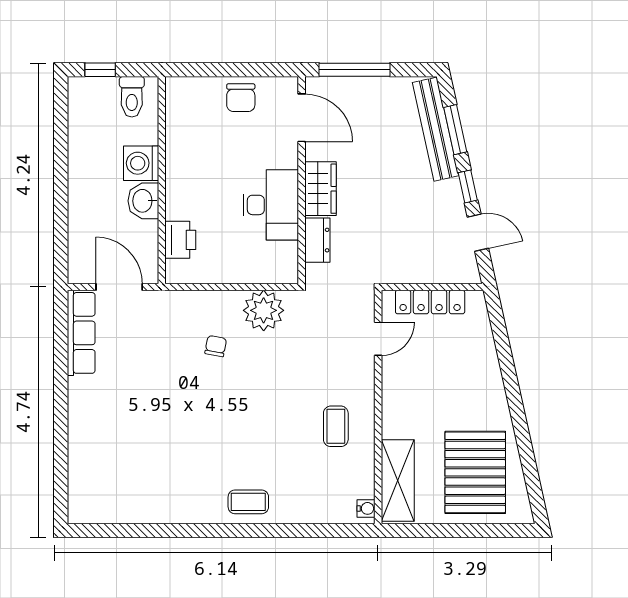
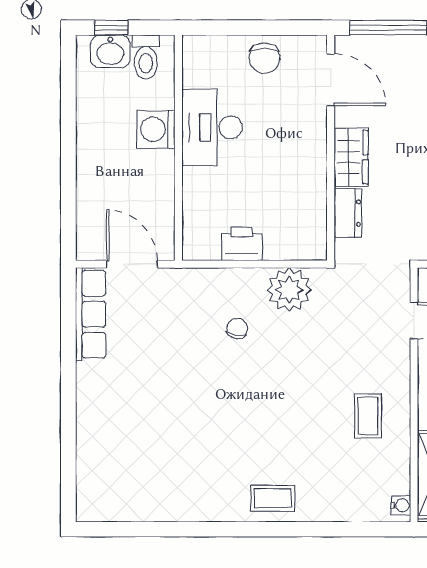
washbasin: (143, 201) -> (110, 51), moved, turned -90
desk: (271, 205) -> (212, 127), moved, turned 180
printer: (180, 240) -> (242, 244), moved, turned -90

